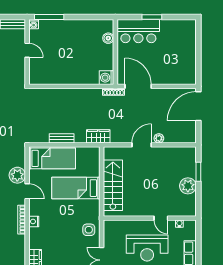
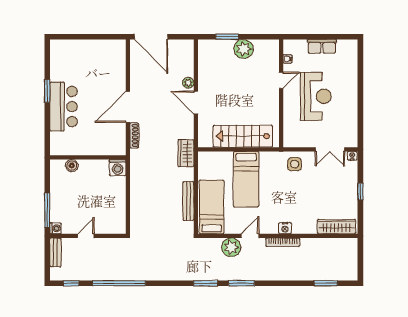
boiler: (108, 38) -> (72, 166), moved
wall: (115, 52) -> (88, 157), moved
washing machine: (107, 78) -> (118, 168), moved
bench: (62, 138) -> (188, 201), width x1.36

